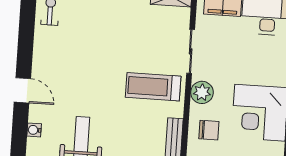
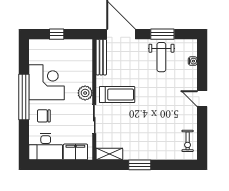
door: (22, 90) -> (202, 99), moved
chair: (209, 130) -> (44, 116), moved

